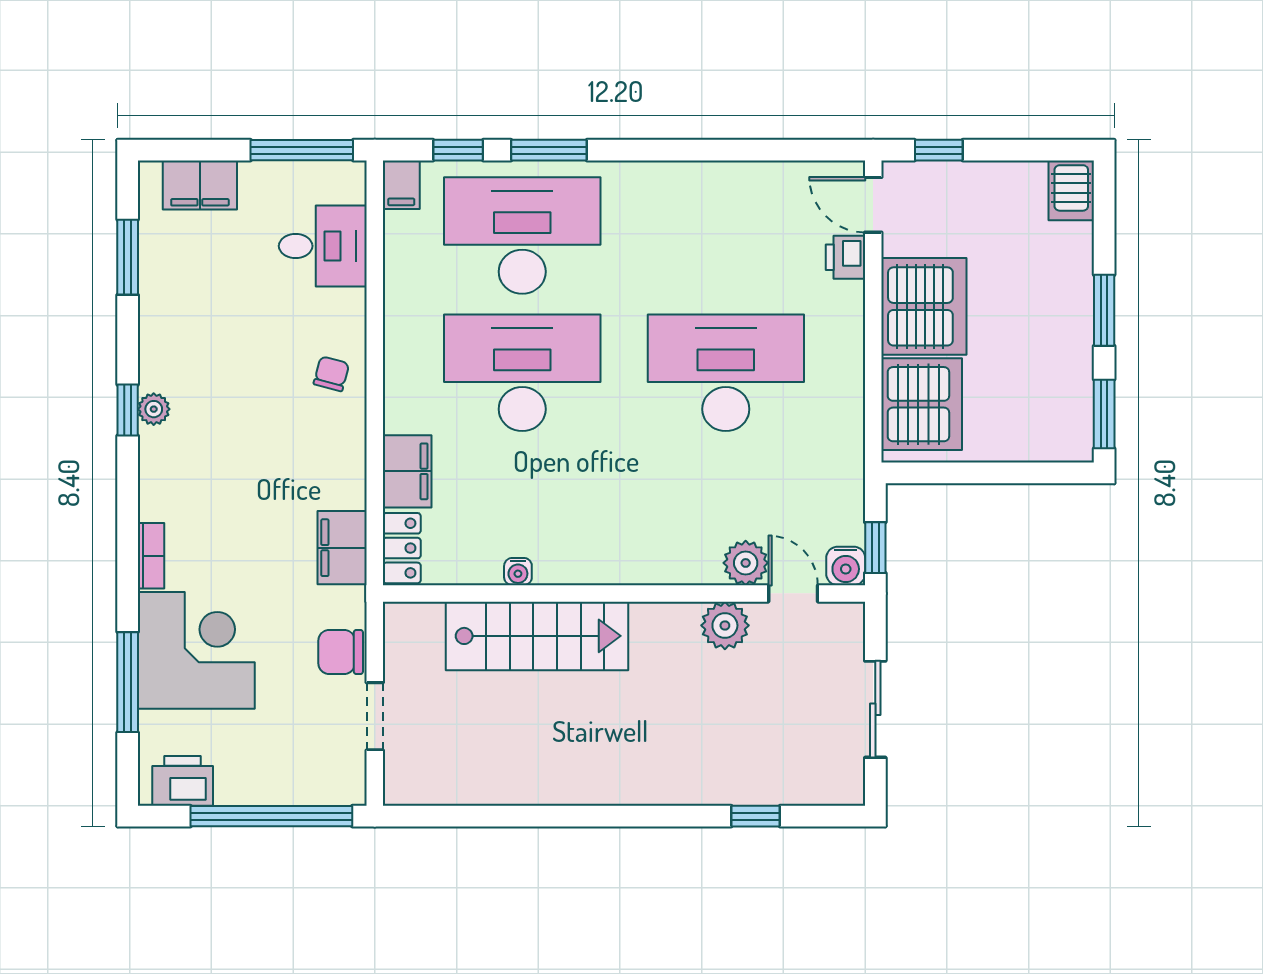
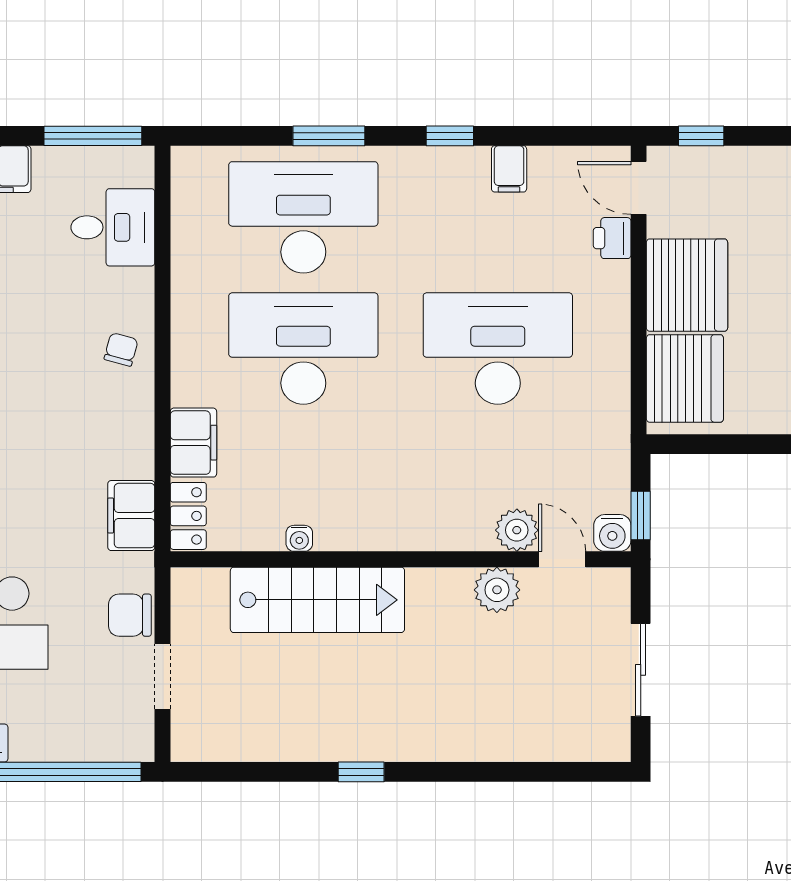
window: (458, 150) -> (450, 136), moved
filing cabinet: (401, 185) -> (509, 169), moved
window: (756, 816) -> (361, 772), moved

